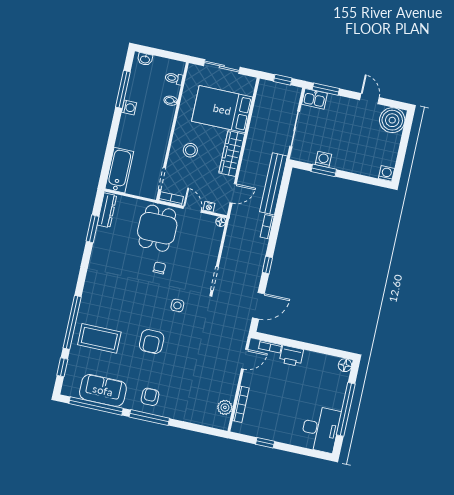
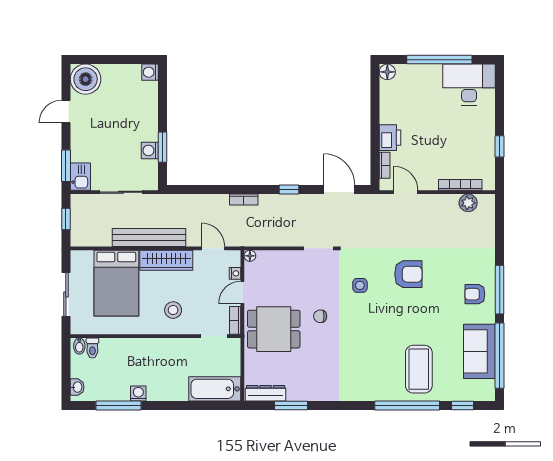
bidet: (171, 101) -> (79, 346), moved
bench: (274, 184) -> (149, 237), moved
armchair: (152, 342) -> (408, 274), moved

